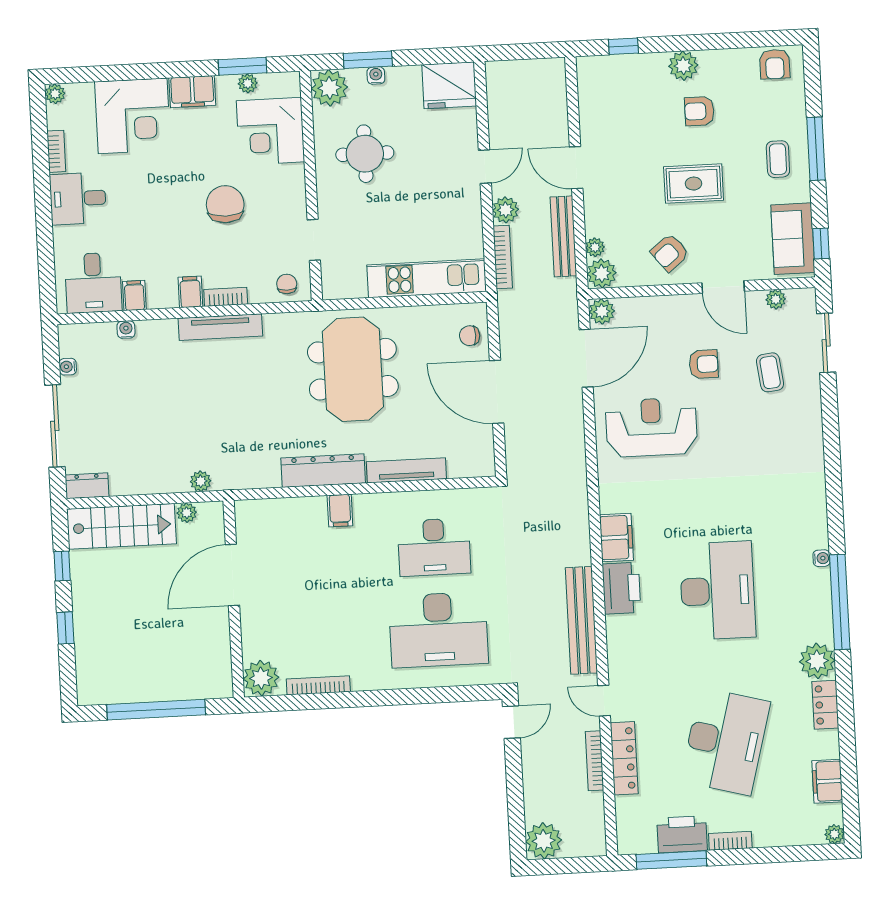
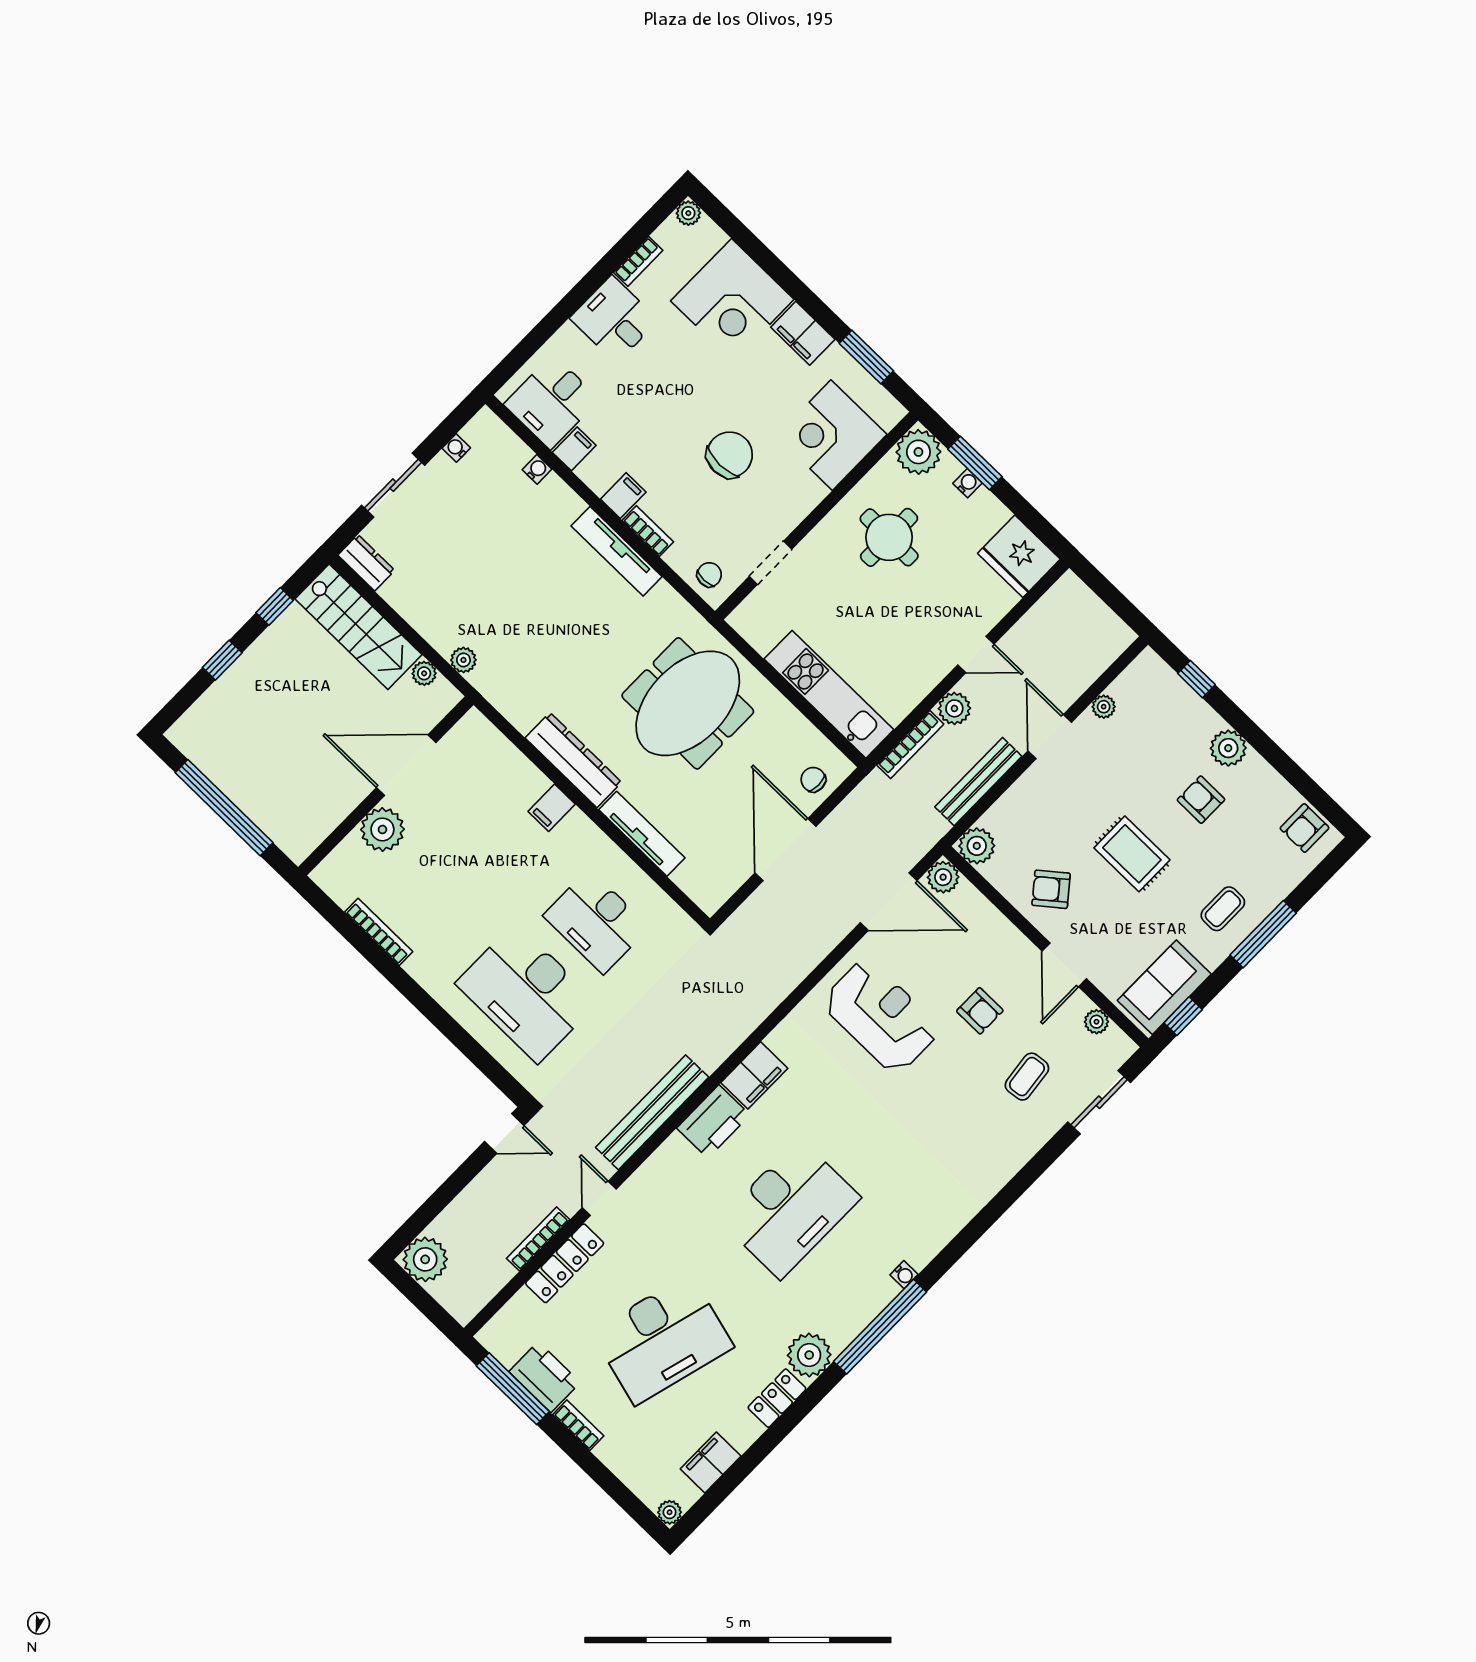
plant: (248, 83) -> (855, 376), removed
plant: (595, 247) -> (1104, 707), moved
sliding door: (55, 426) -> (393, 485), width x0.73
plant: (261, 678) -> (382, 829), moved

